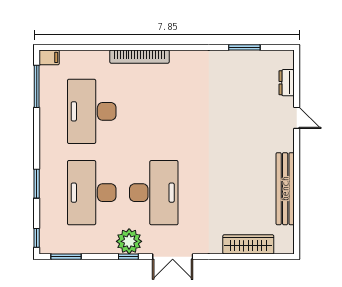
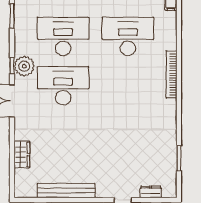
desk: (154, 193) -> (63, 86), turned 180
wardrobe: (248, 244) -> (22, 155), width x0.67

